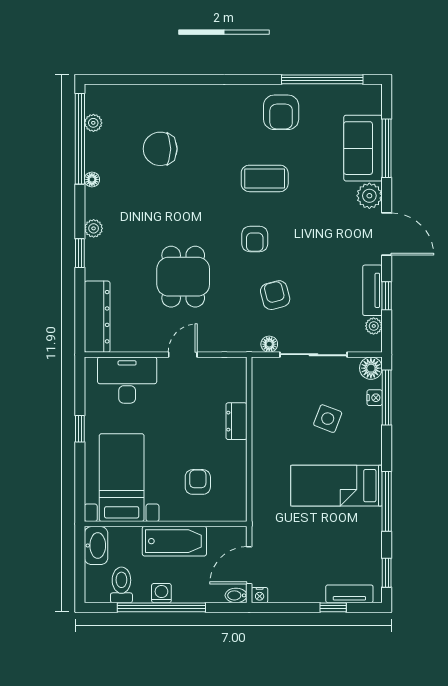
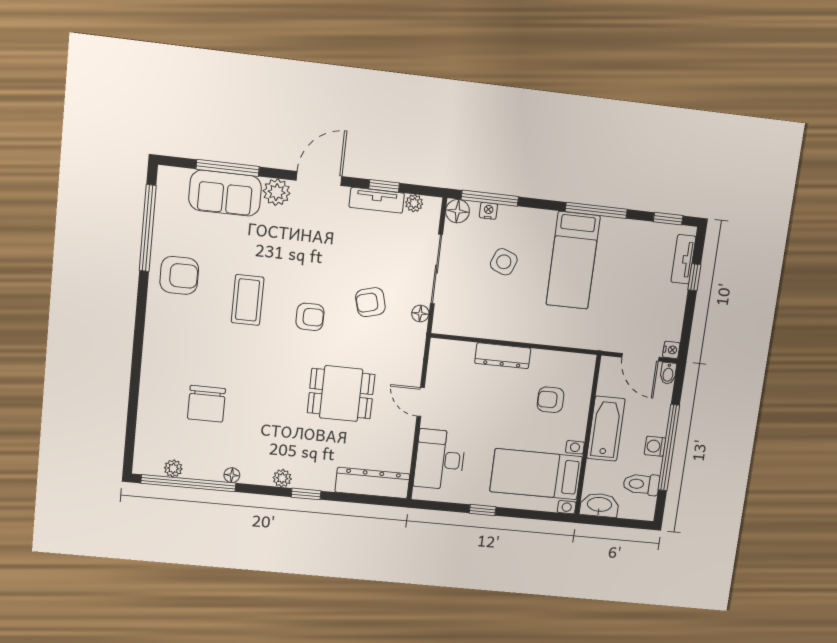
dresser: (236, 421) -> (503, 356), width x1.44

